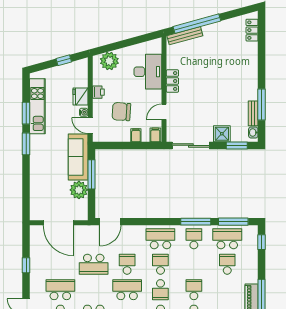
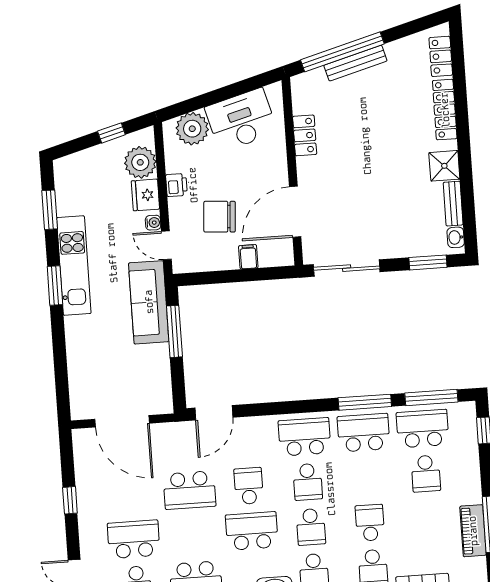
bench: (185, 36) -> (355, 63), moved
locker: (252, 60) -> (445, 110), added
desk: (148, 72) -> (241, 120), moved, turned -105
locker: (172, 81) -> (305, 135), moved
window: (262, 104) -> (467, 187), removed
kitchen unit: (37, 106) -> (74, 266), moved
door: (164, 112) -> (295, 212), width x1.87
window: (26, 113) -> (50, 210), moved
shower: (222, 134) -> (444, 166), moved
filing cabinet: (155, 135) -> (283, 254), removed
plant: (79, 190) -> (140, 162), moved
school desk: (194, 239) -> (364, 433), width x1.85
school desk: (160, 264) -> (308, 482), turned 180
school desk: (227, 264) -> (426, 474), turned 180

